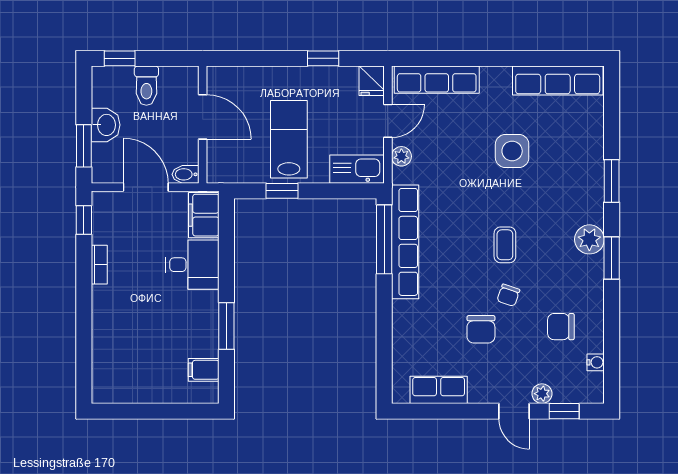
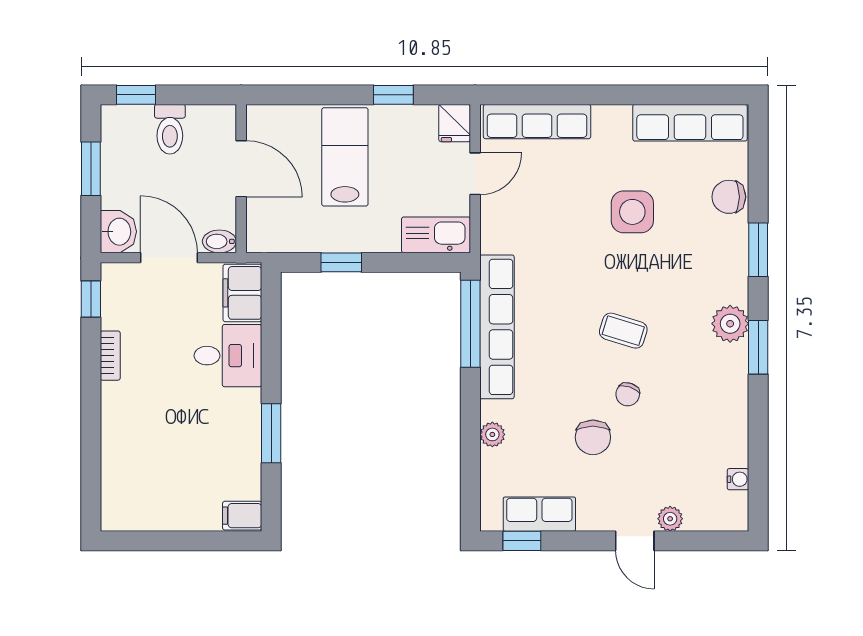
washbasin: (106, 125) -> (118, 232), moved
lab bench: (289, 139) -> (345, 157), moved
window: (84, 146) -> (91, 169), moved
plant: (401, 156) -> (492, 434), moved
coffee table: (505, 245) -> (623, 331), turned -73
chair: (561, 327) -> (729, 197), moved
filing cabinet: (204, 370) -> (242, 516), moved
window: (564, 411) -> (522, 541), moved

